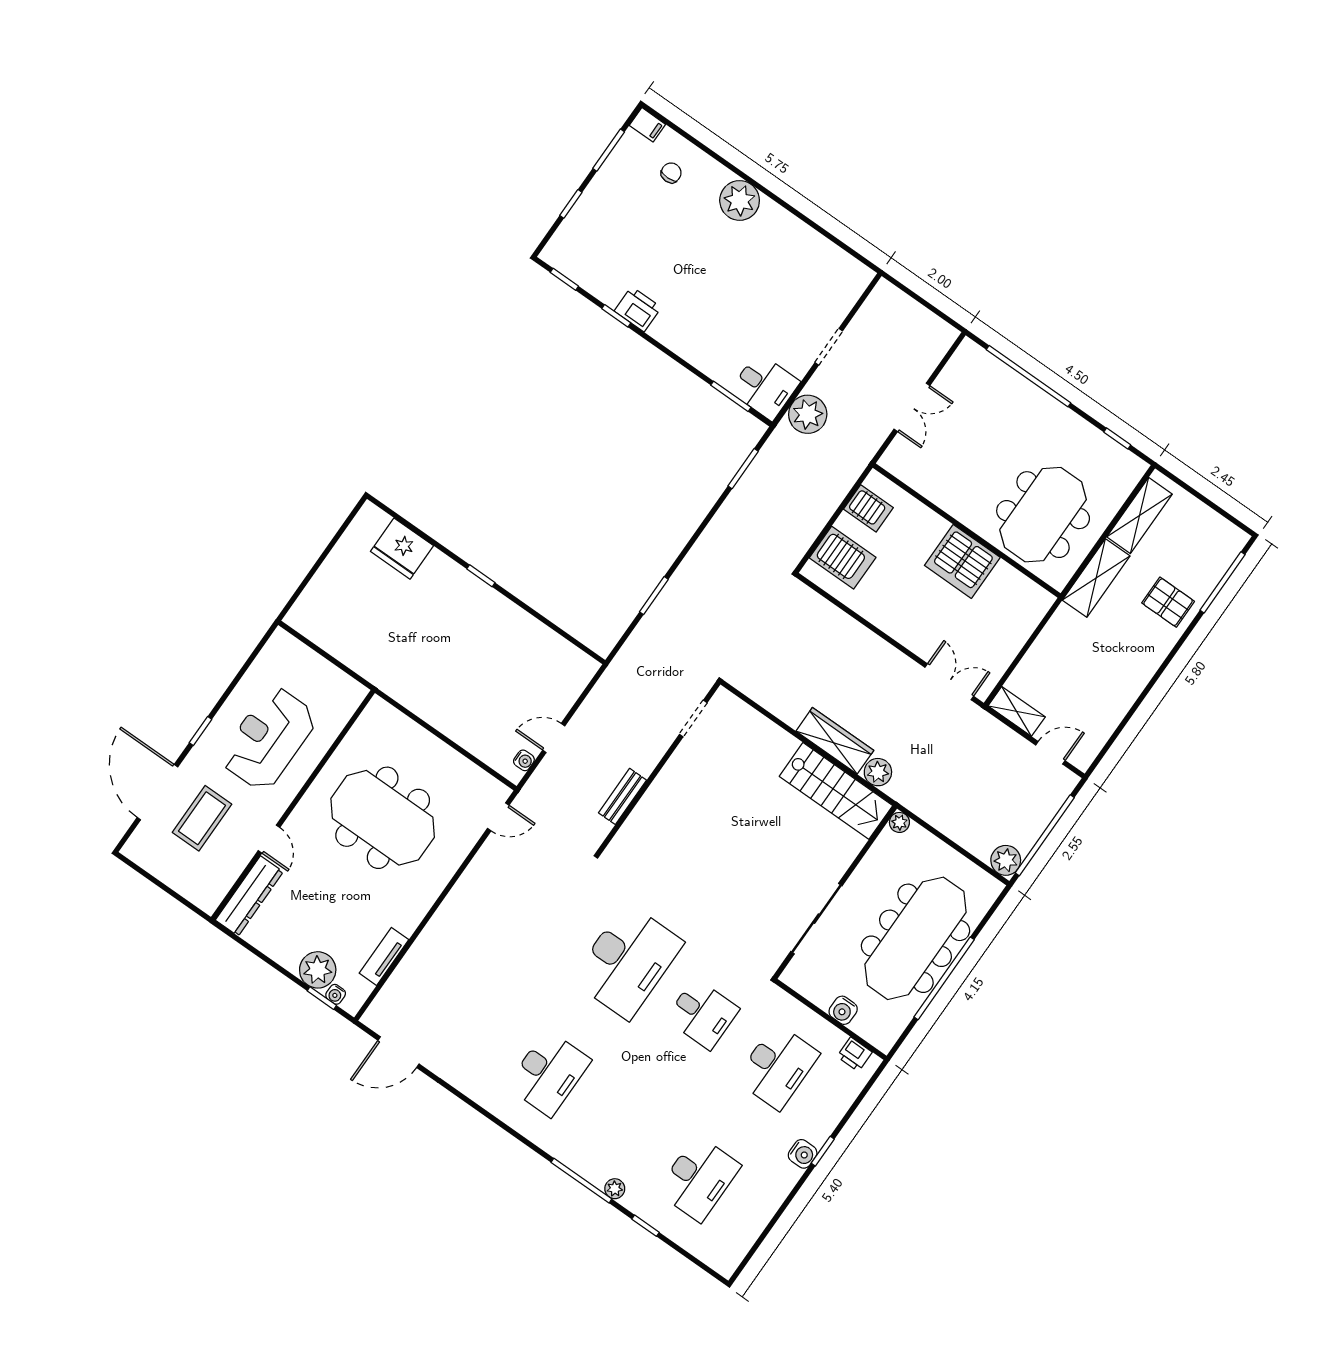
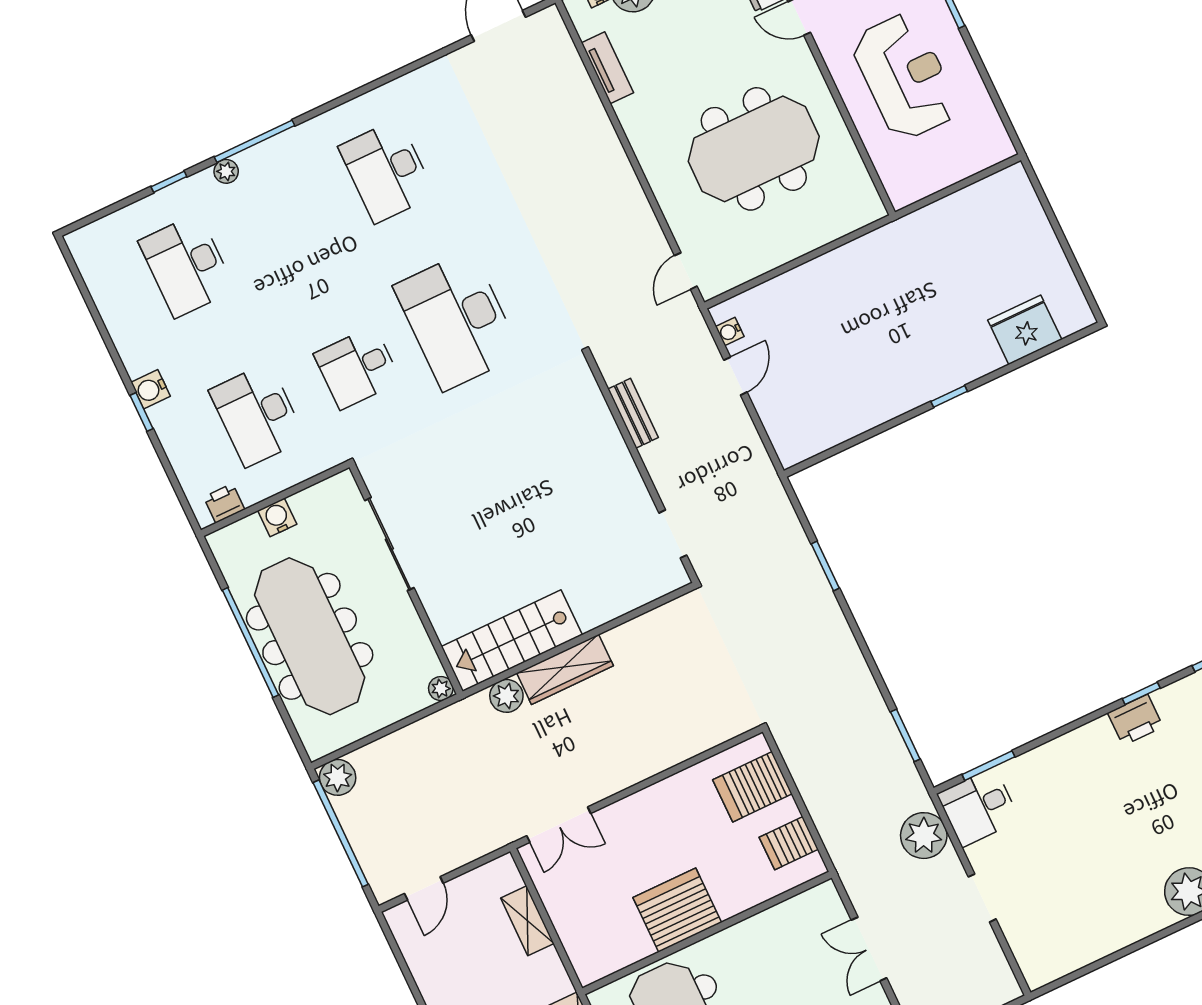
shelving: (1017, 711) -> (527, 921), moved, turned 90

